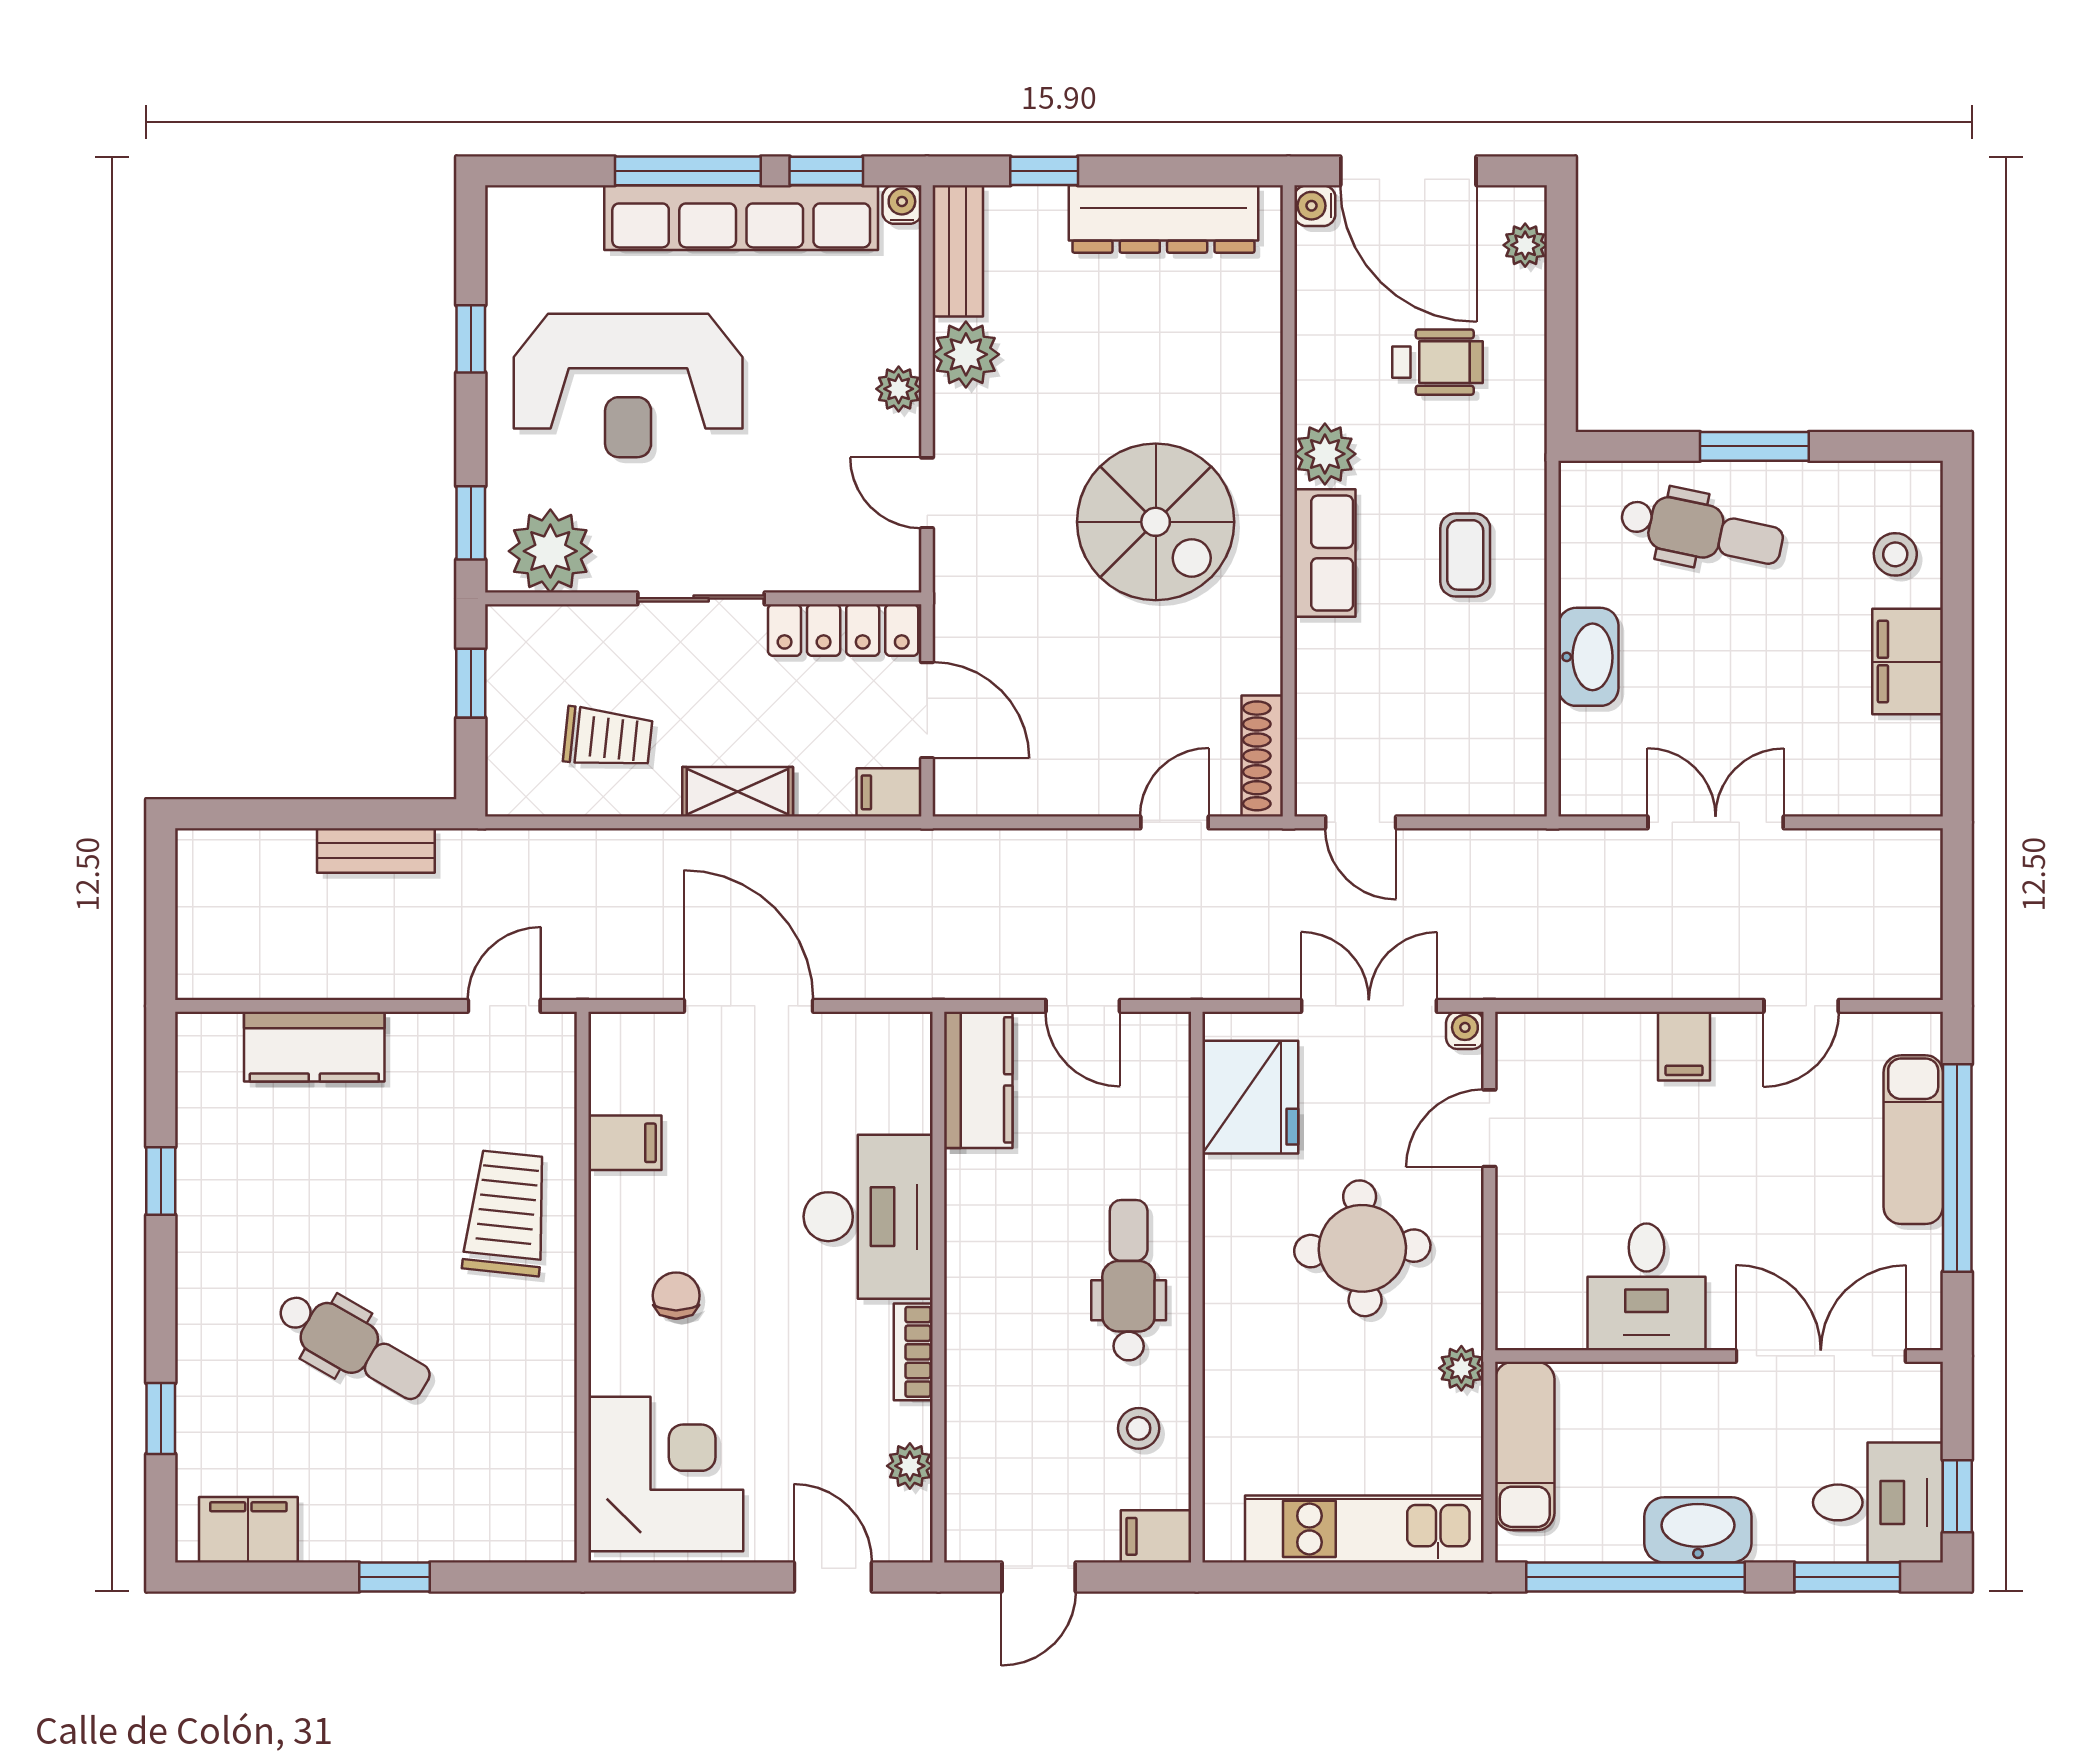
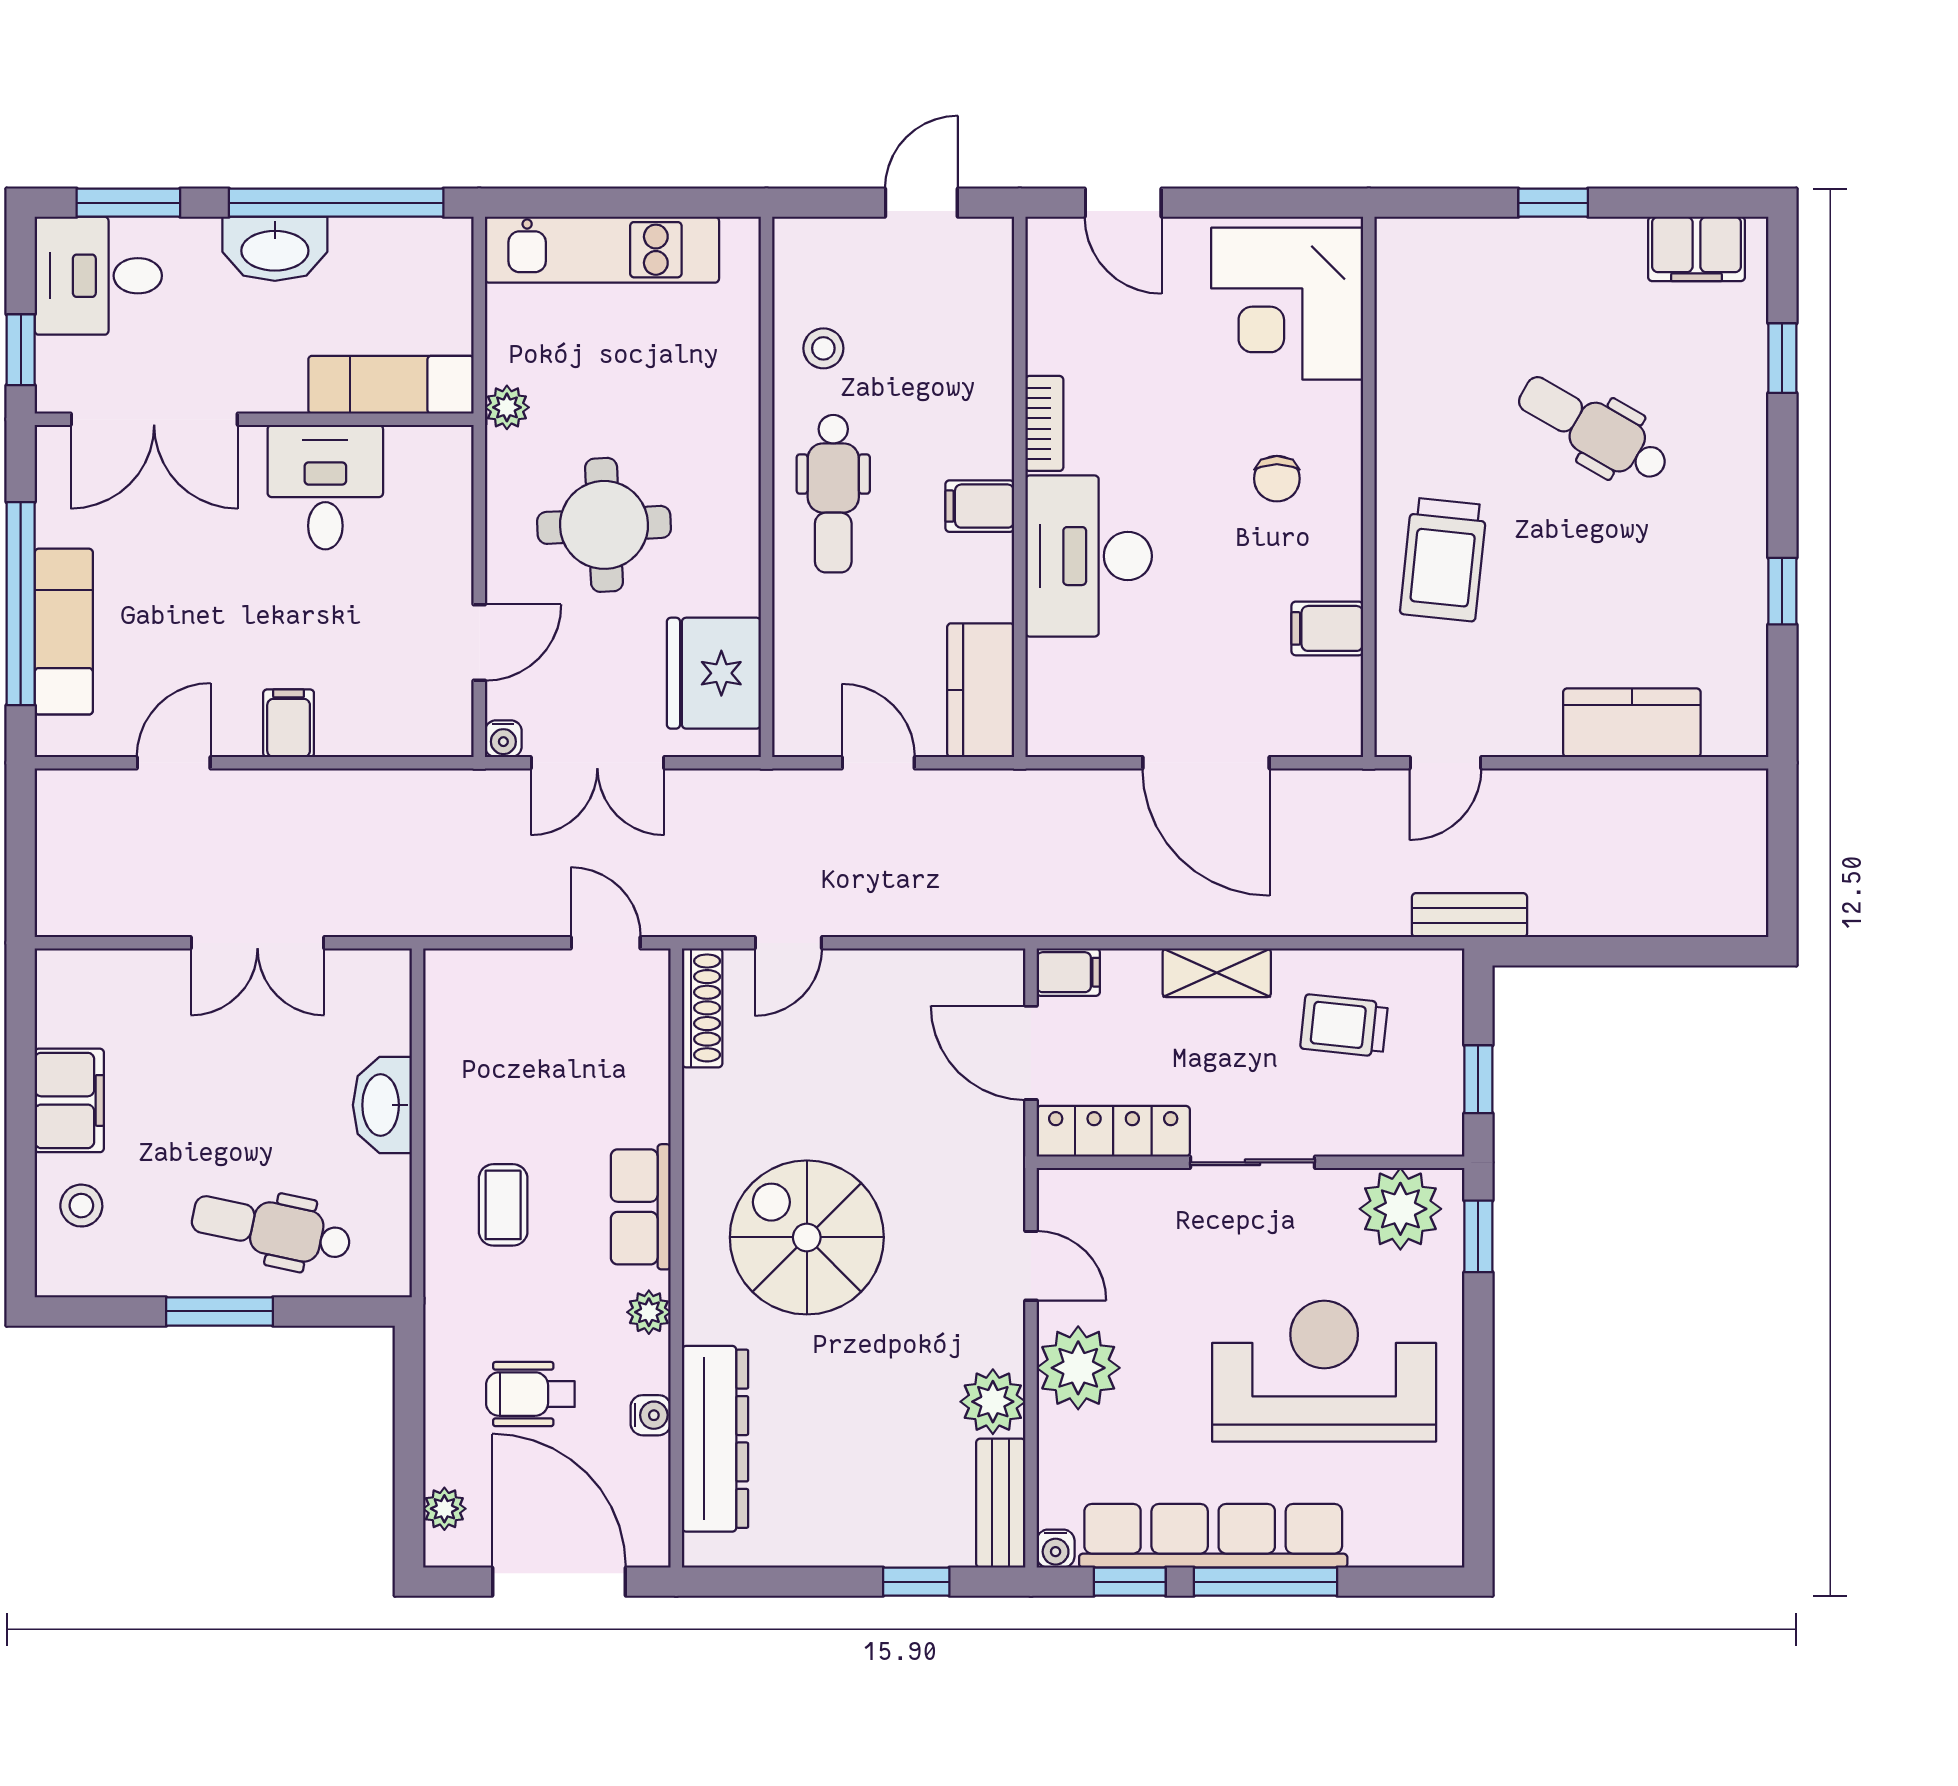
water cooler: (1315, 206) -> (651, 1415), moved
dresser: (1163, 219) -> (715, 1439), moved, turned 90
window: (471, 339) -> (1478, 1417), removed
plant: (899, 389) -> (1078, 1368), width x1.88, depth x1.88
plant: (1325, 454) -> (649, 1312), width x0.73, depth x0.73
bench: (376, 850) -> (1470, 915), moved
exam couch: (1525, 1446) -> (391, 385), moved, turned 90
plant: (910, 1466) -> (1048, 311), removed
window: (1957, 1496) -> (21, 350), moved
filing cabinet: (1156, 1536) -> (980, 506), moved, turned 180

